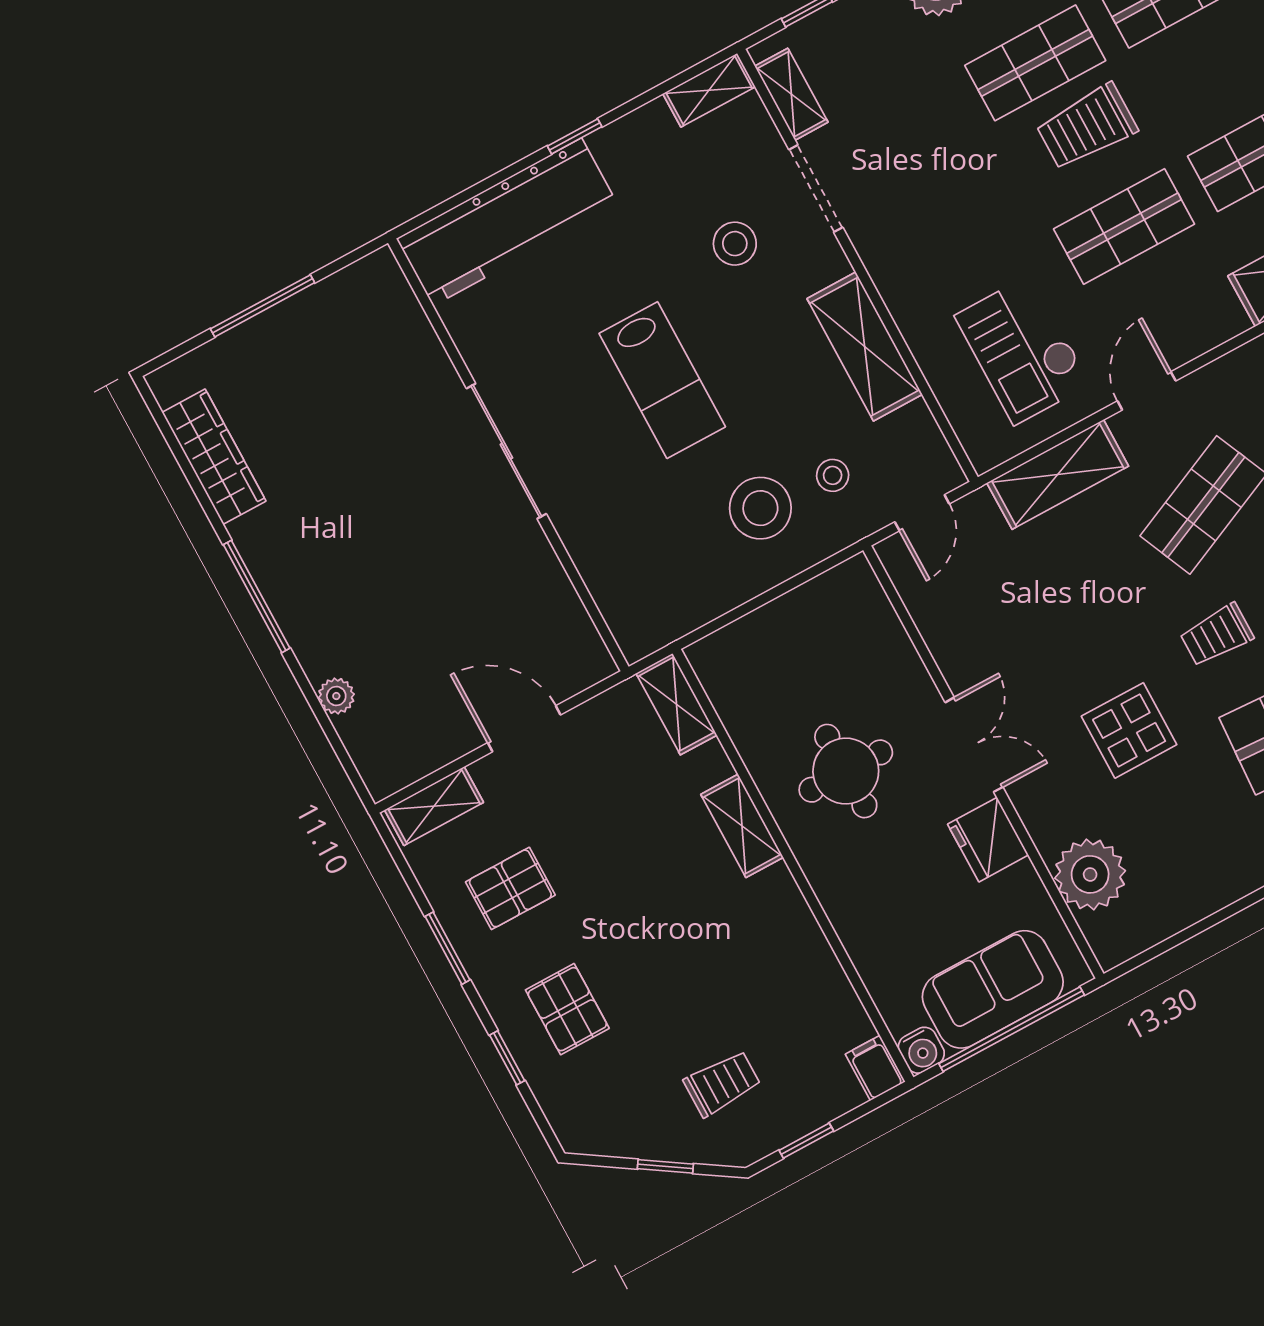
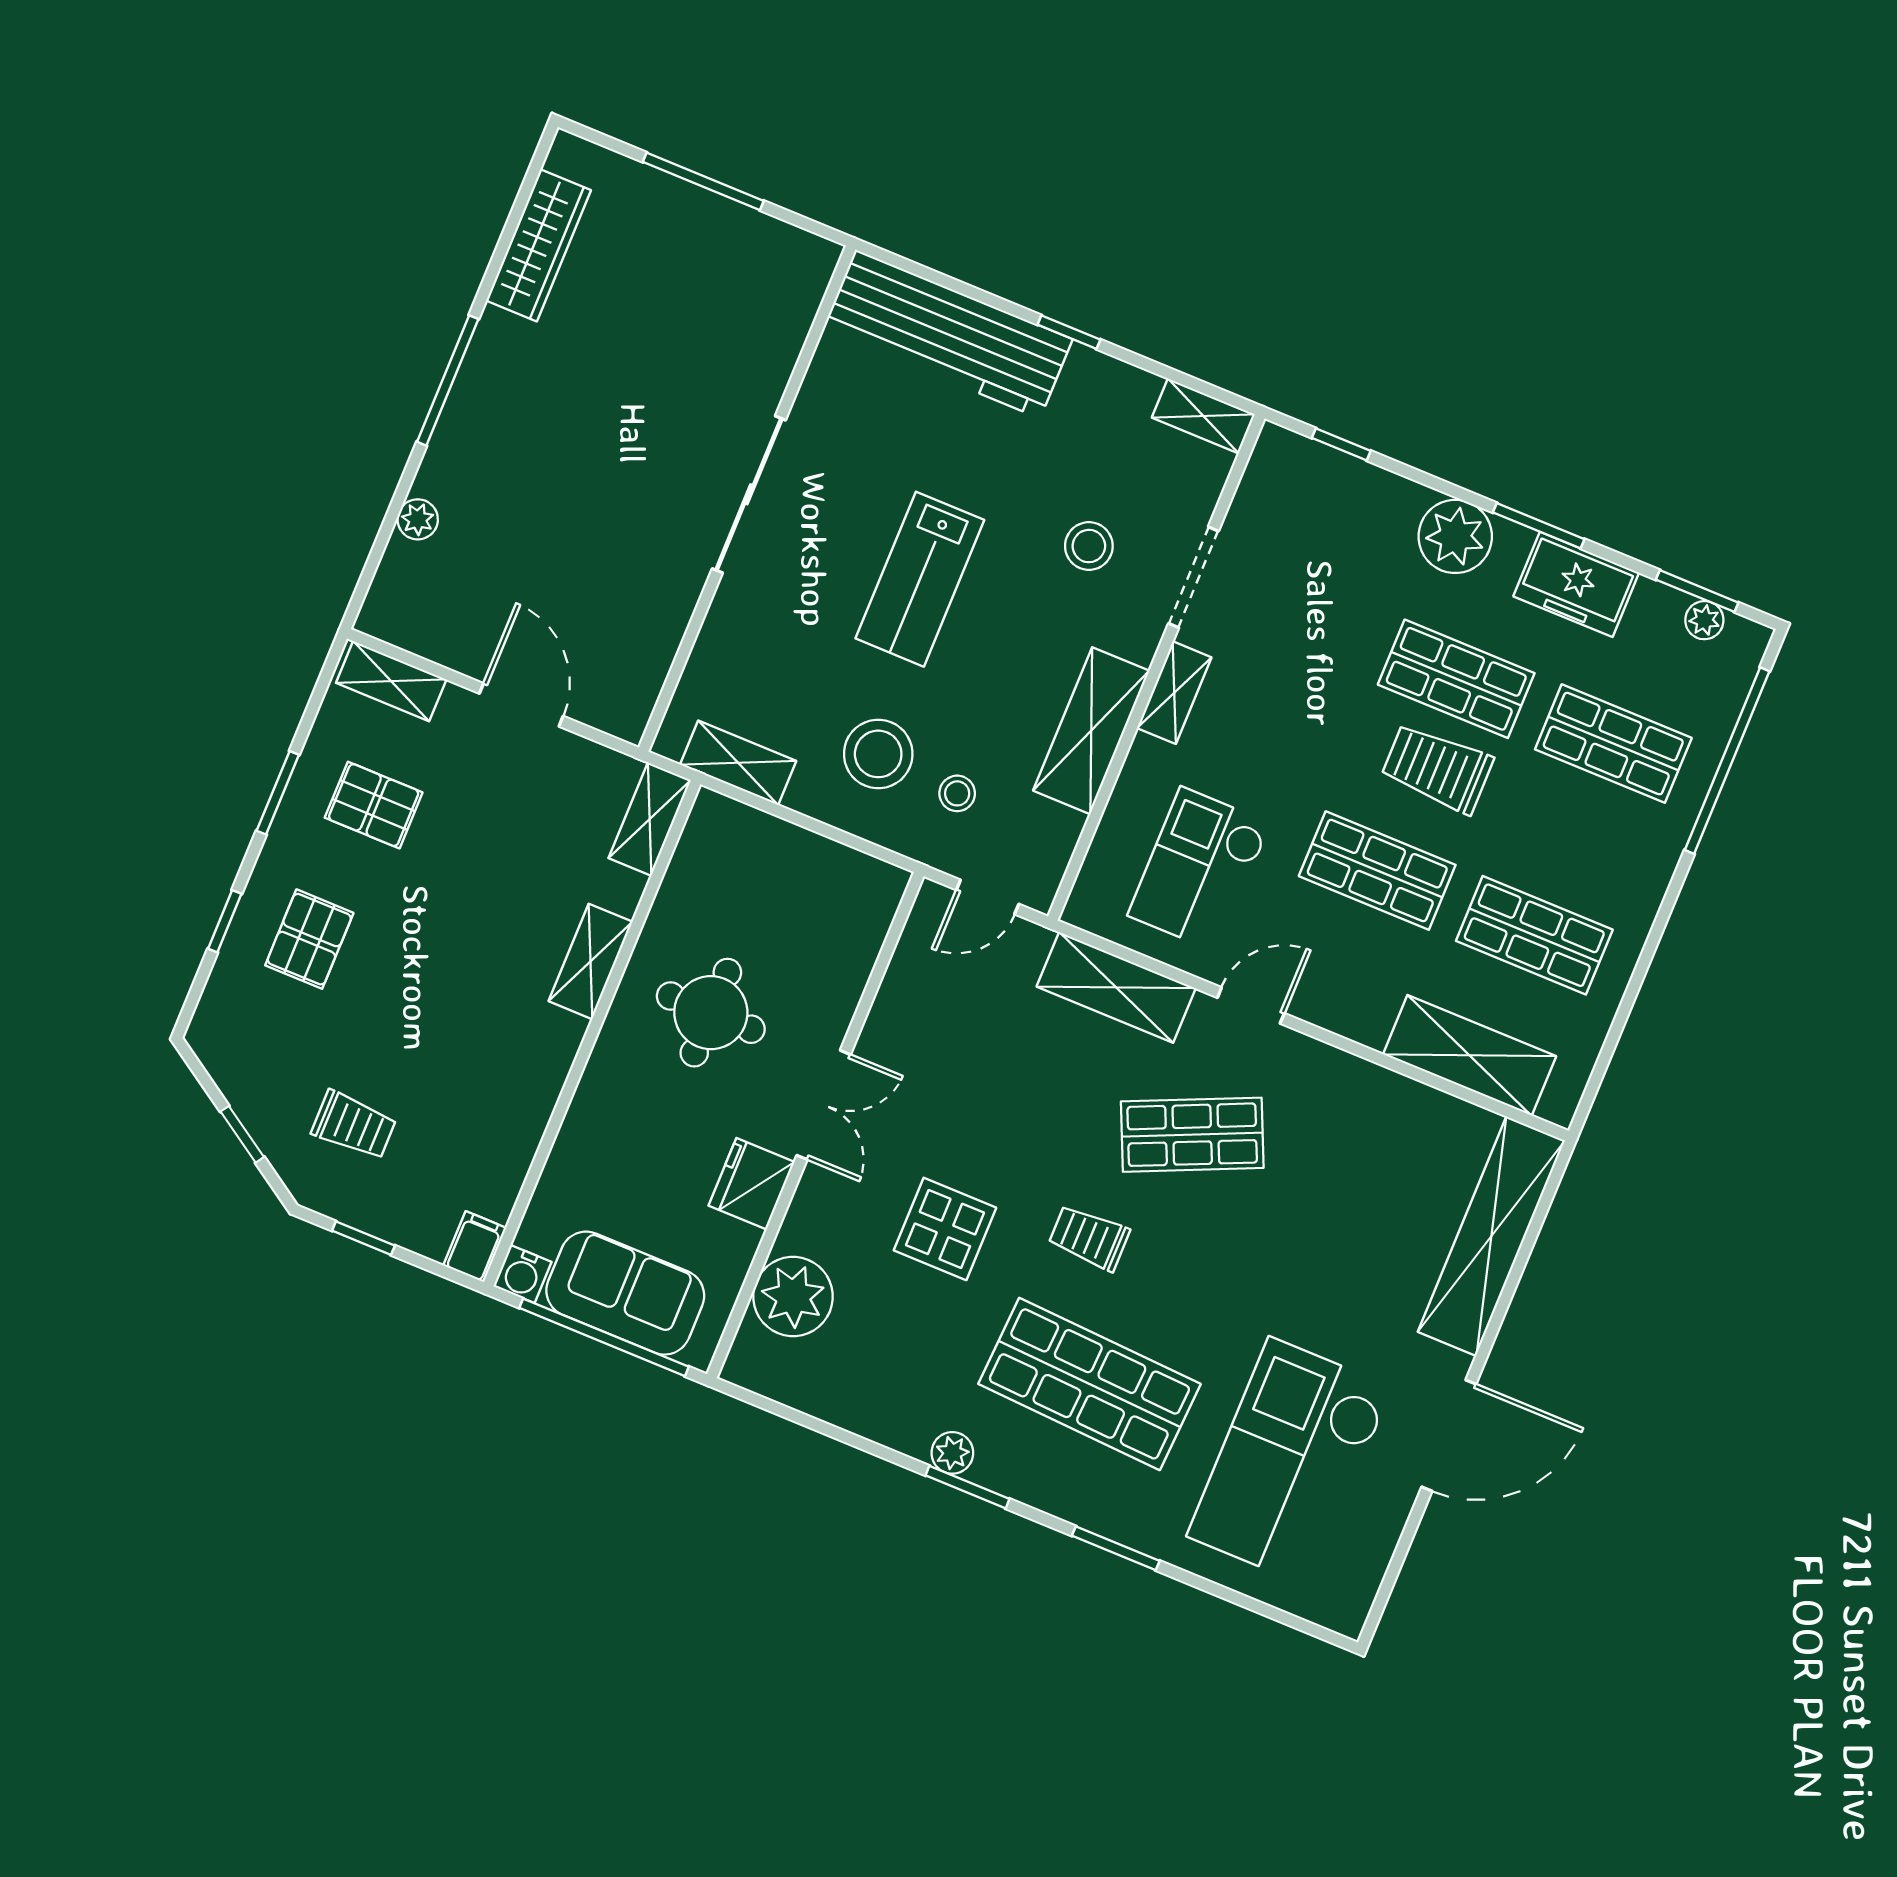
shelving: (791, 94) -> (1174, 693), moved
shelving: (687, 611) -> (738, 763), added

